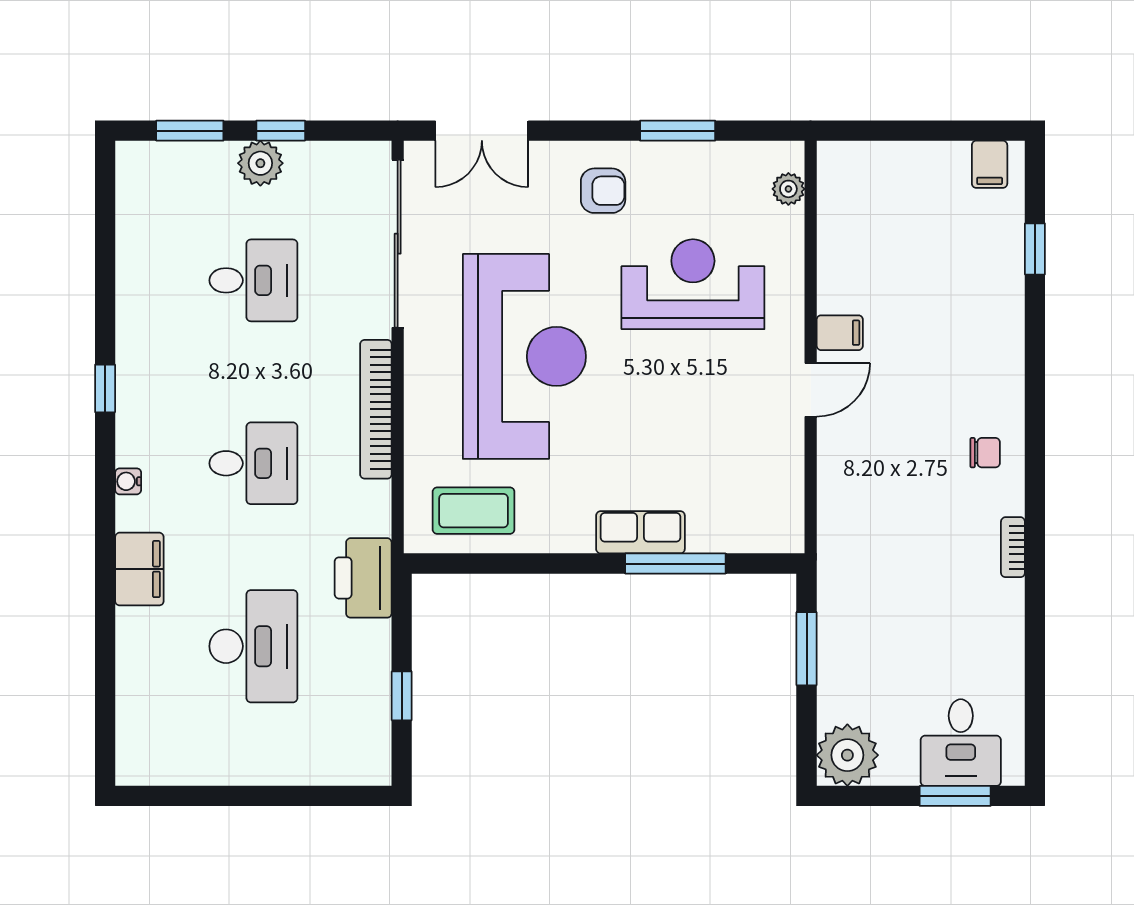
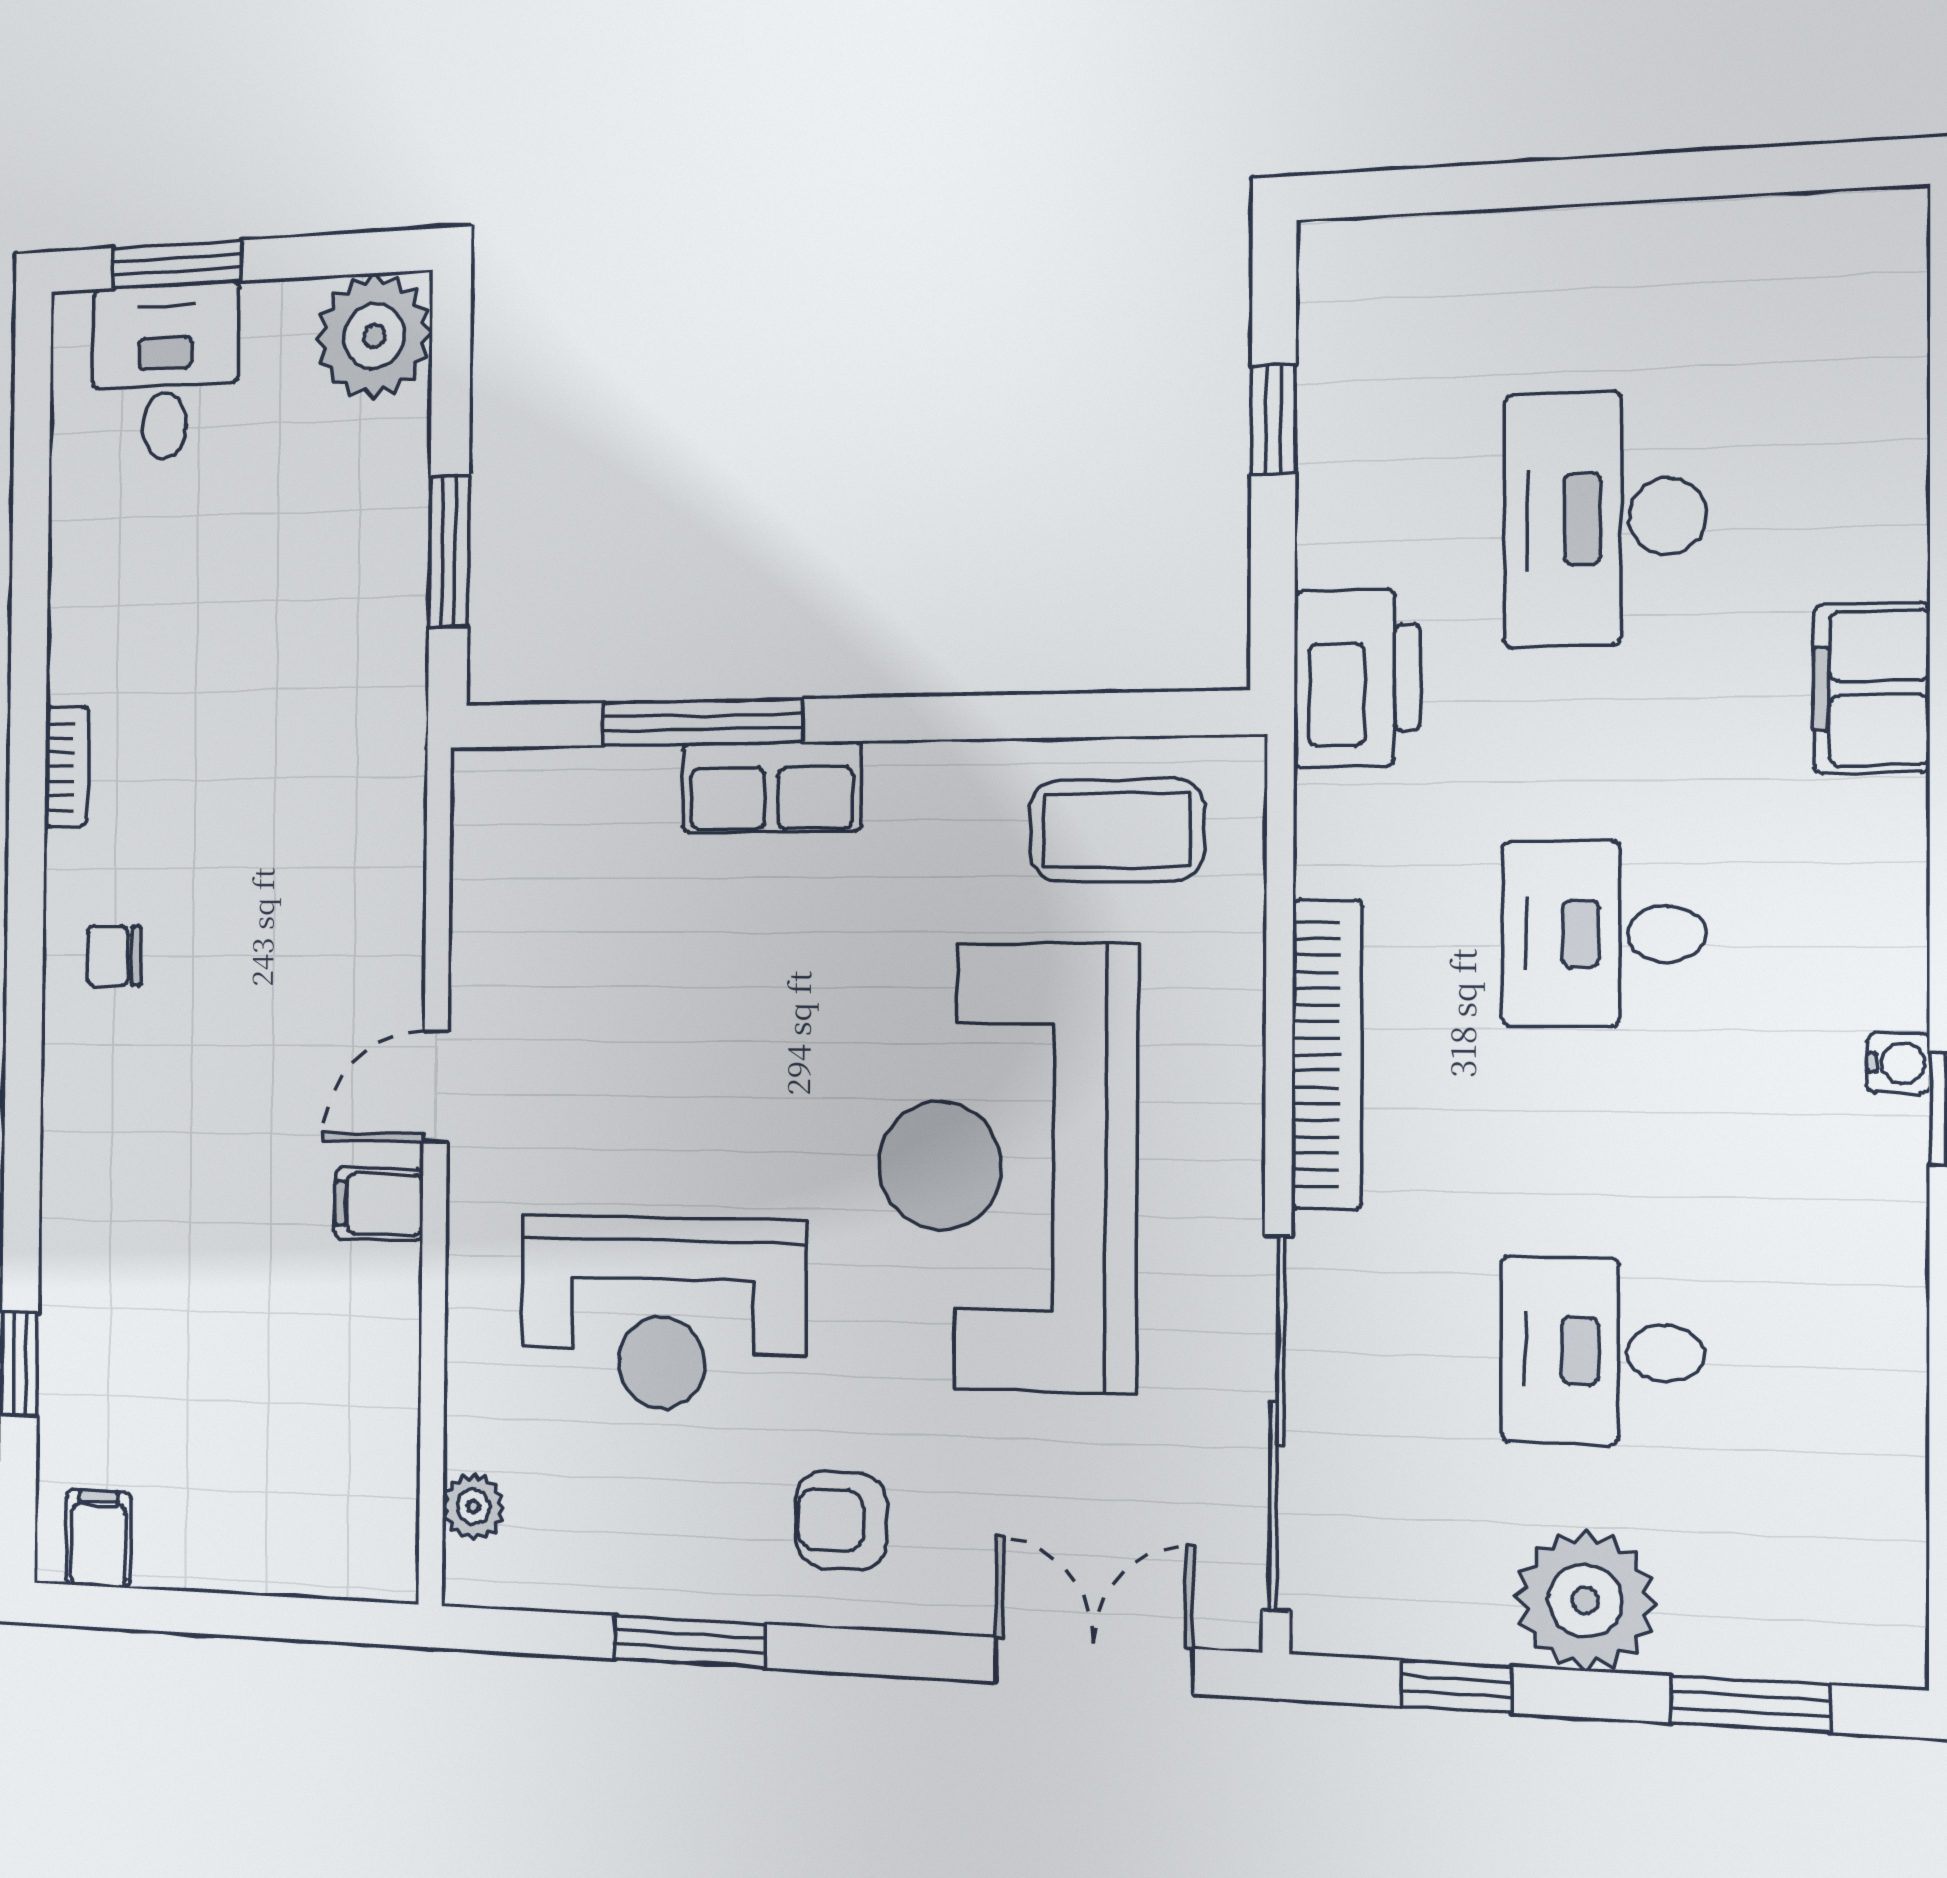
window: (281, 131) -> (1456, 1687), moved
plant: (260, 163) -> (1585, 1601), width x1.36, depth x1.36
water cooler: (128, 481) -> (1898, 1063), moved

